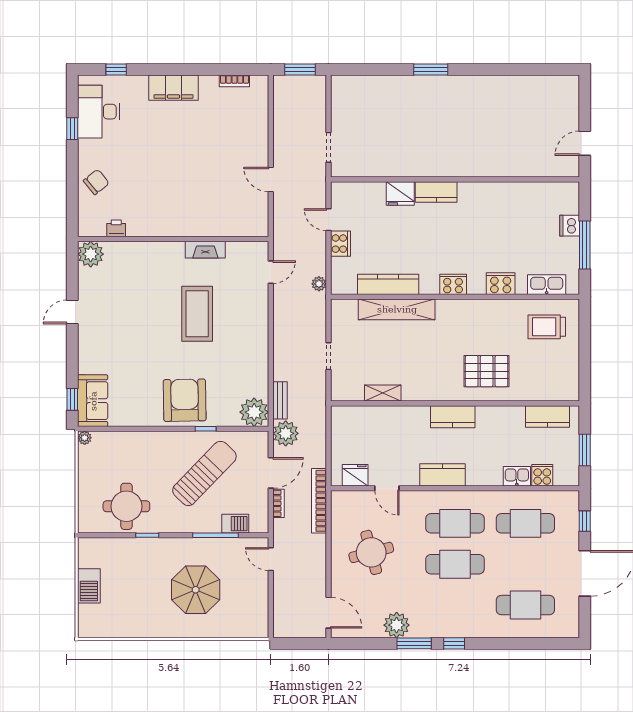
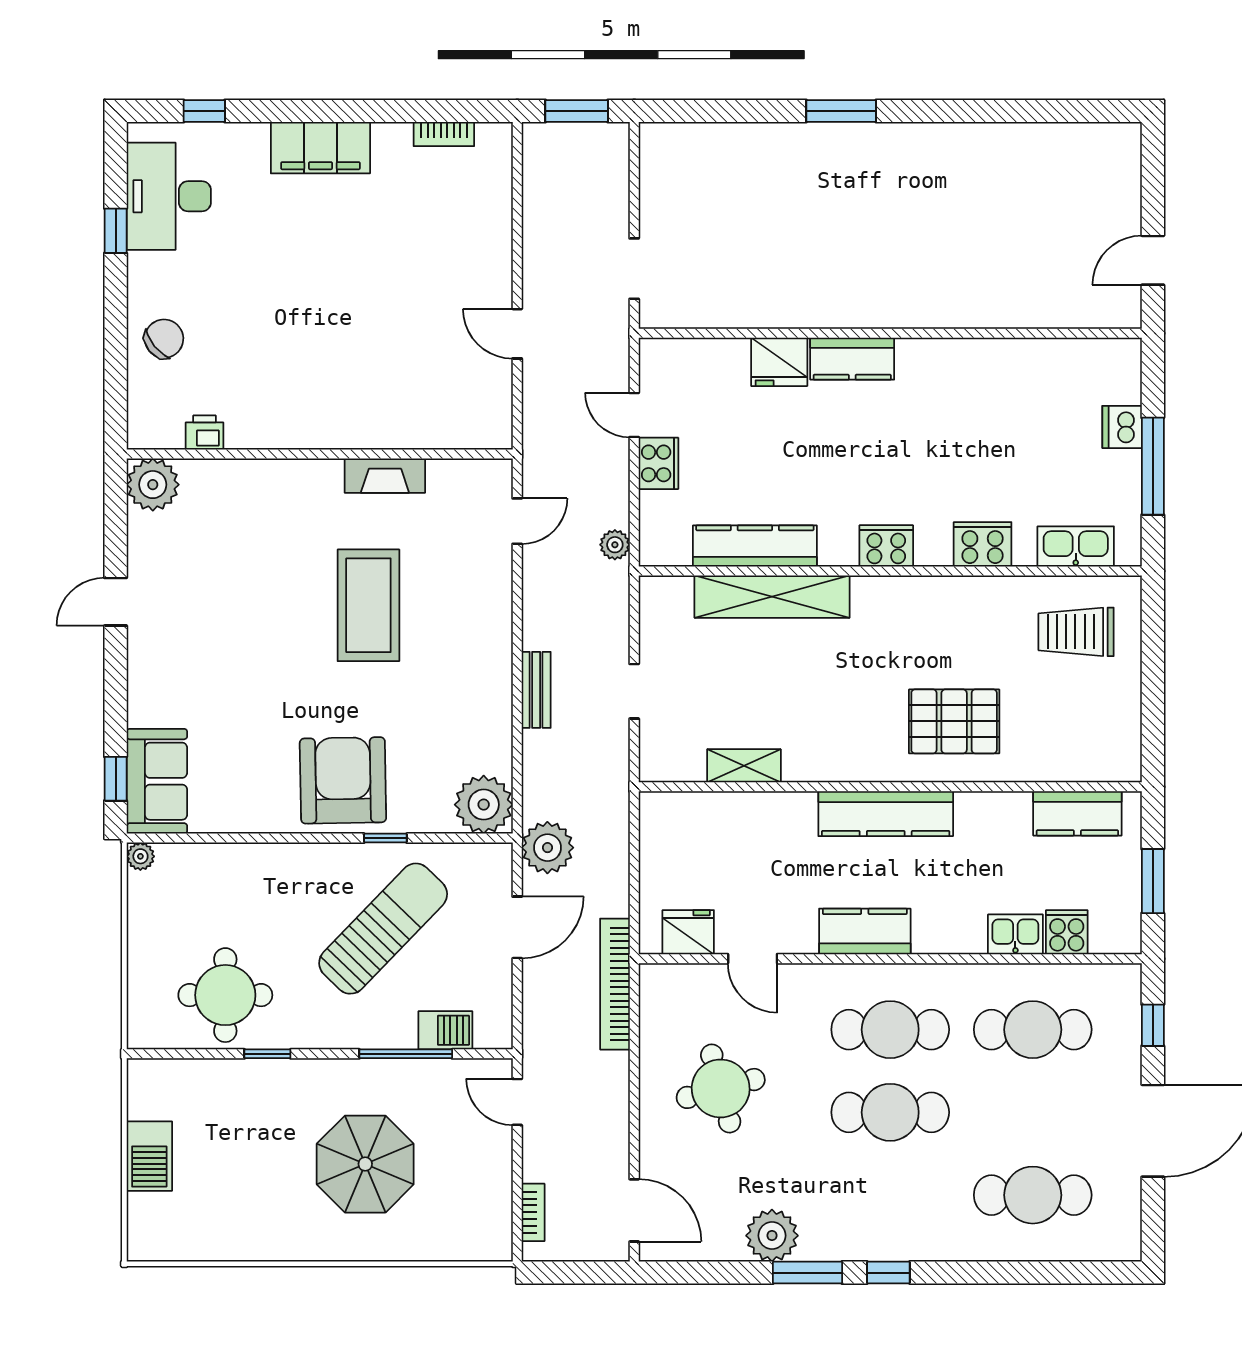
bench: (280, 400) -> (536, 690), moved
kitchen counter: (453, 417) -> (886, 814), width x1.50
bookcase: (279, 503) -> (533, 1212), moved

